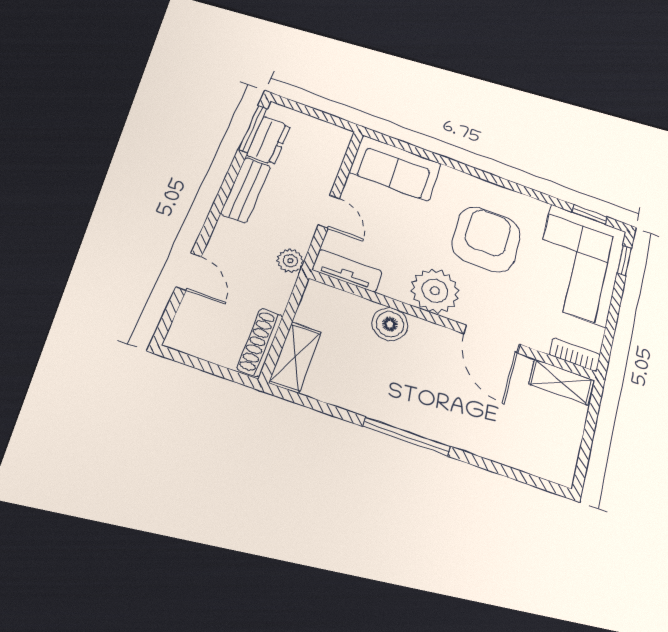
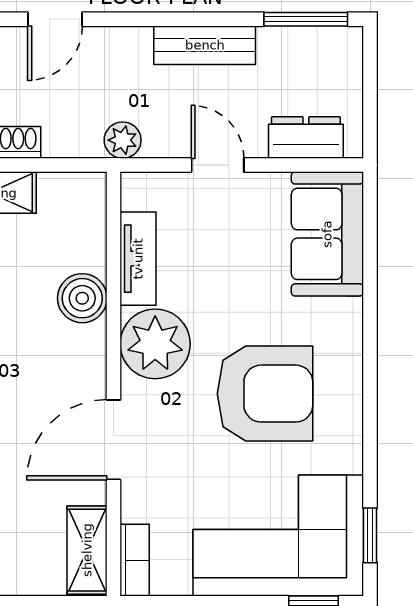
dresser: (269, 140) -> (306, 137), moved, turned 180
door: (329, 212) -> (218, 165), swing flipped
tv unit: (347, 271) -> (138, 259), moved

